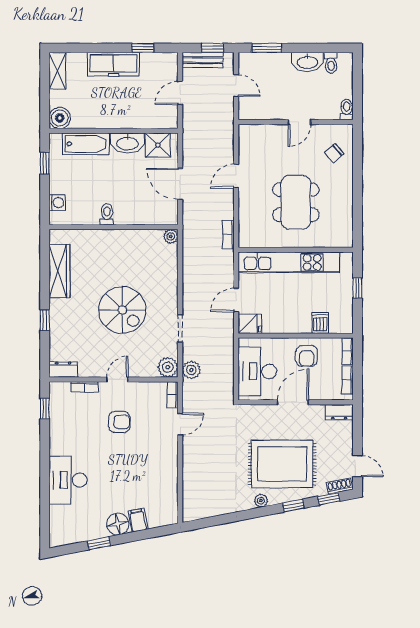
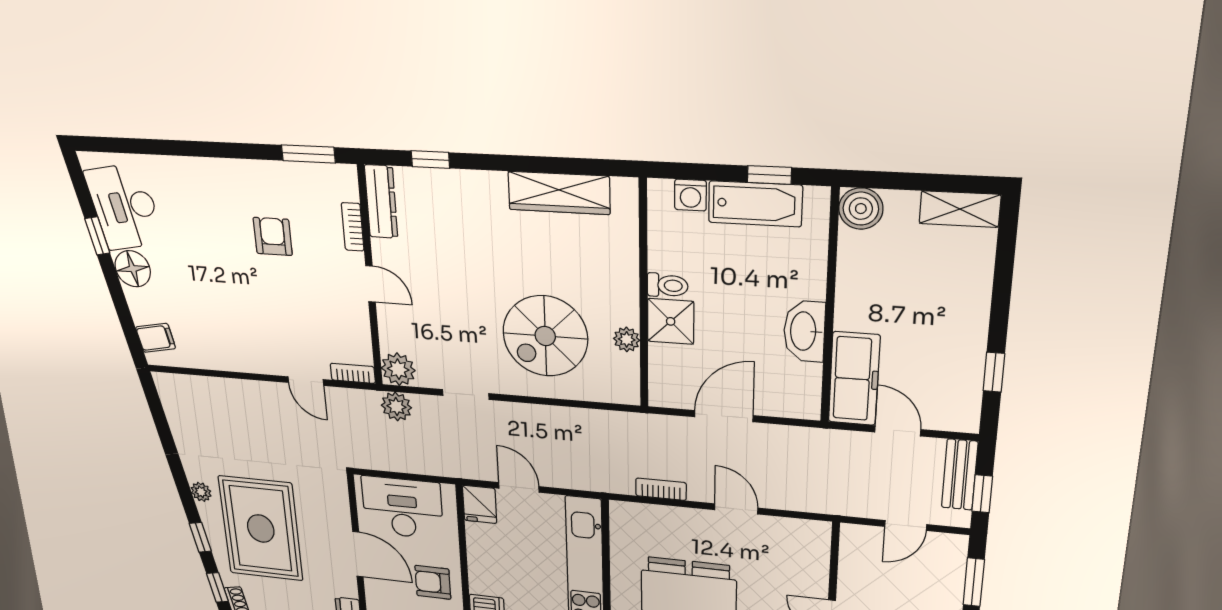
freezer: (113, 64) -> (854, 379), moved, turned 180
bathtub: (86, 144) -> (755, 204), moved, turned -90
shower: (158, 145) -> (671, 321), moved
bookcase: (228, 234) -> (661, 489), moved
plant: (171, 236) -> (627, 339), moved
spiral stairs: (122, 310) -> (545, 336), moved
window: (45, 320) -> (430, 160), moved
dresser: (63, 369) -> (381, 202), width x1.44
window: (45, 409) -> (308, 154), width x1.50
armchair: (119, 422) -> (273, 236), moved, turned 180
desk: (68, 480) -> (124, 207), moved, turned -101
filing cabinet: (138, 520) -> (156, 338), moved

